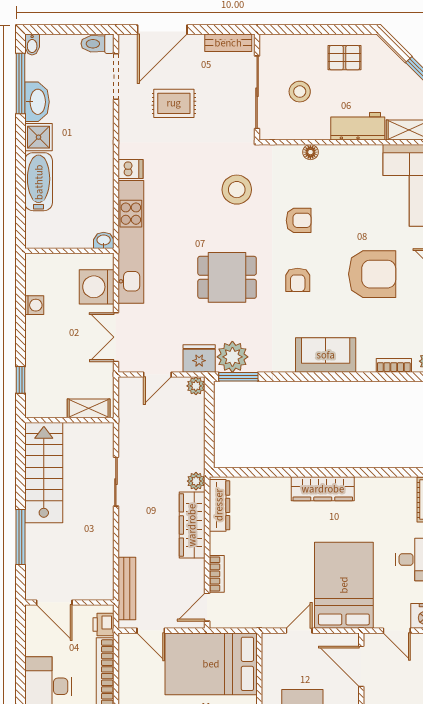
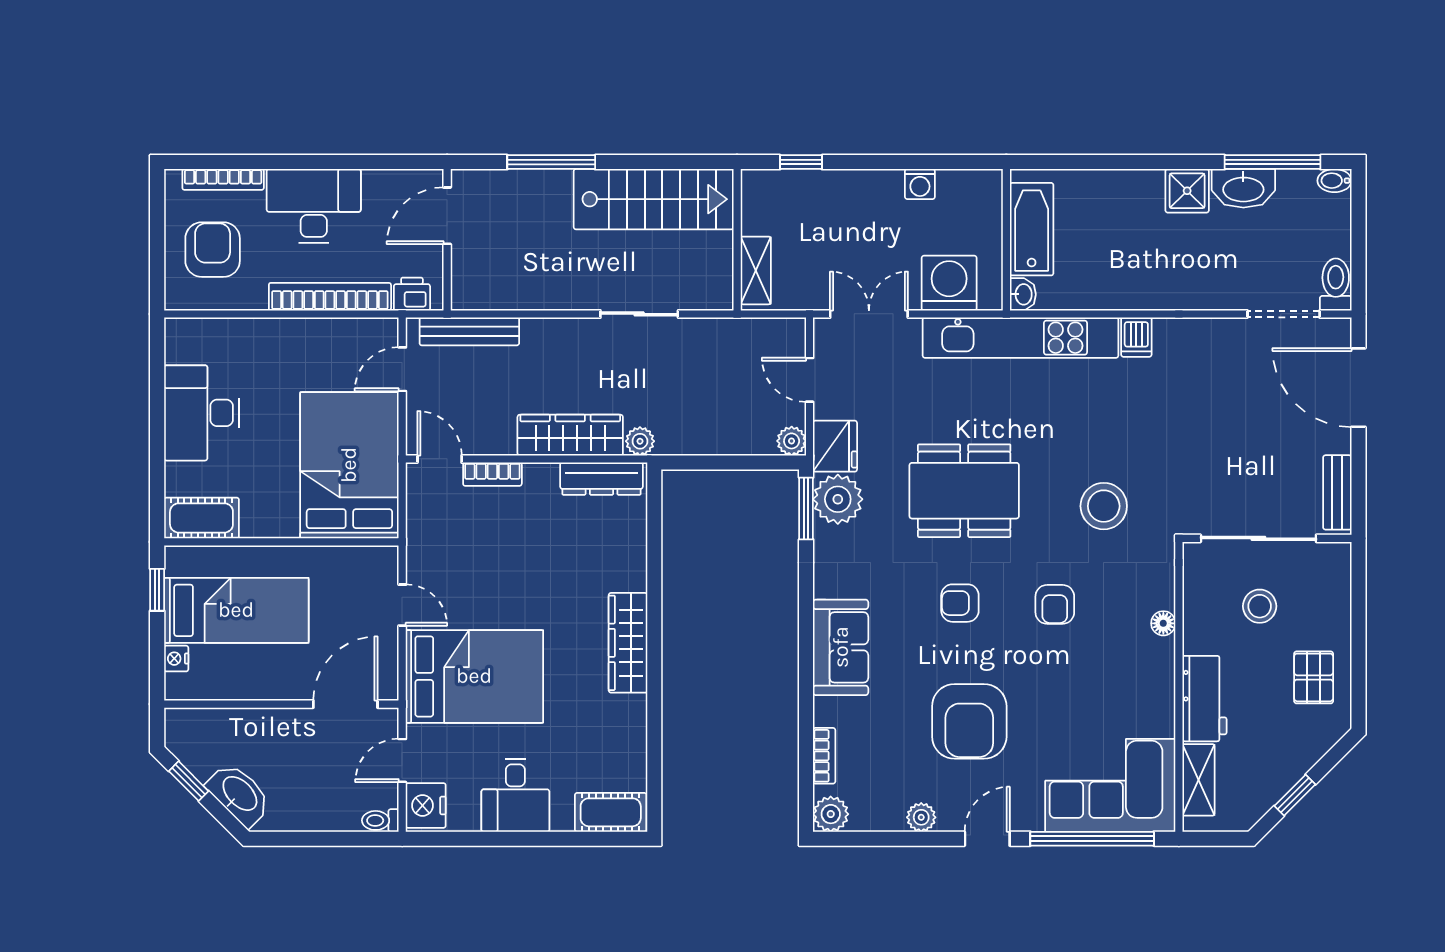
rug: (174, 103) -> (1241, 406), removed
bathtub: (39, 182) -> (1032, 229), moved, turned -90
dining table: (227, 277) -> (964, 491), width x1.38

